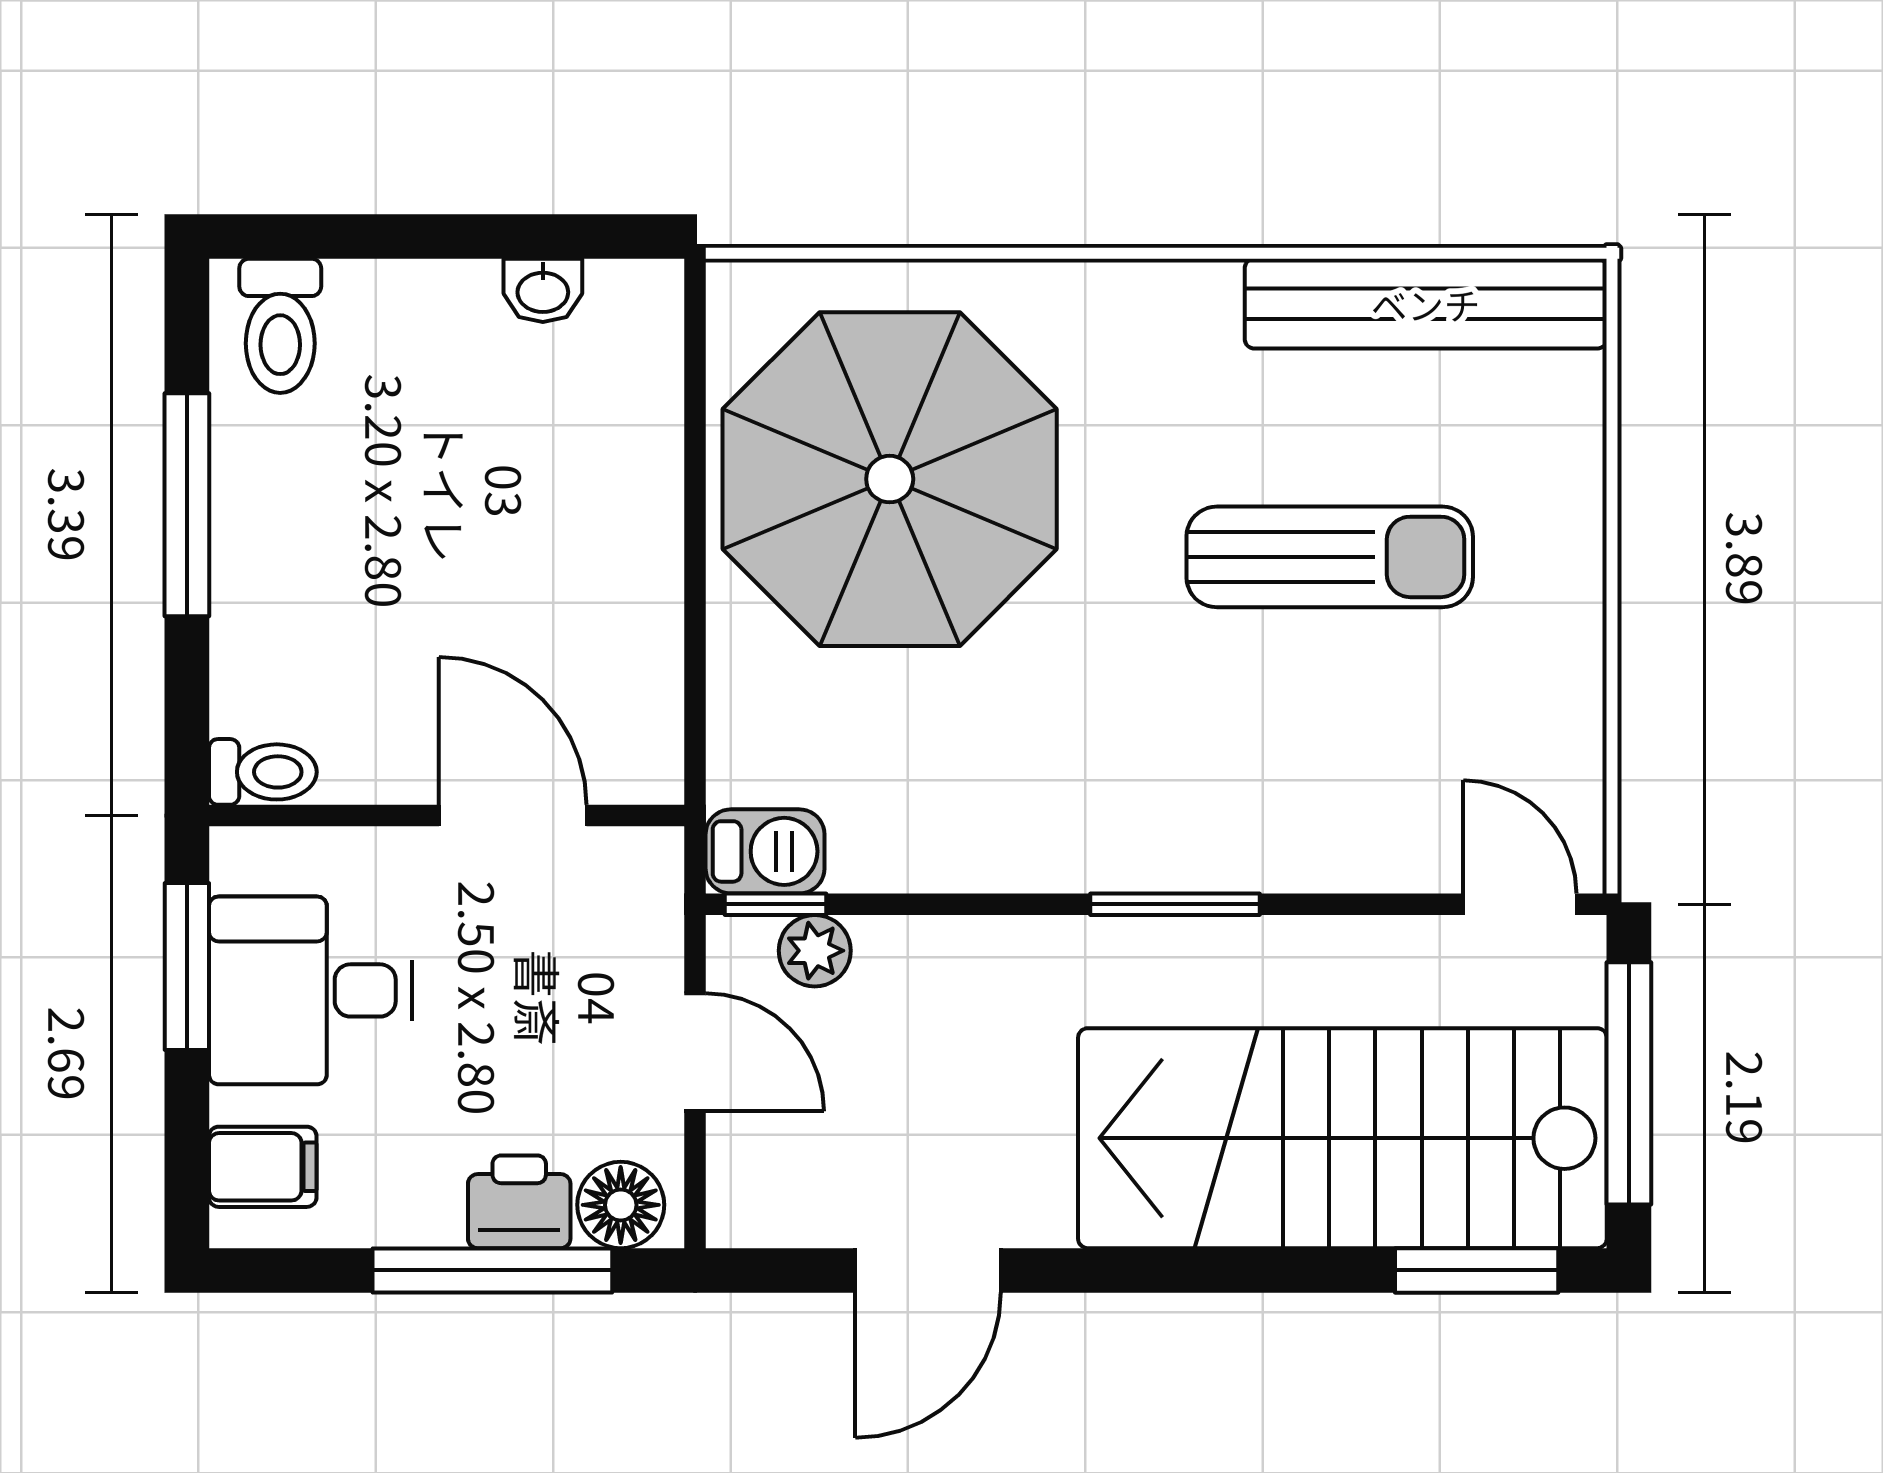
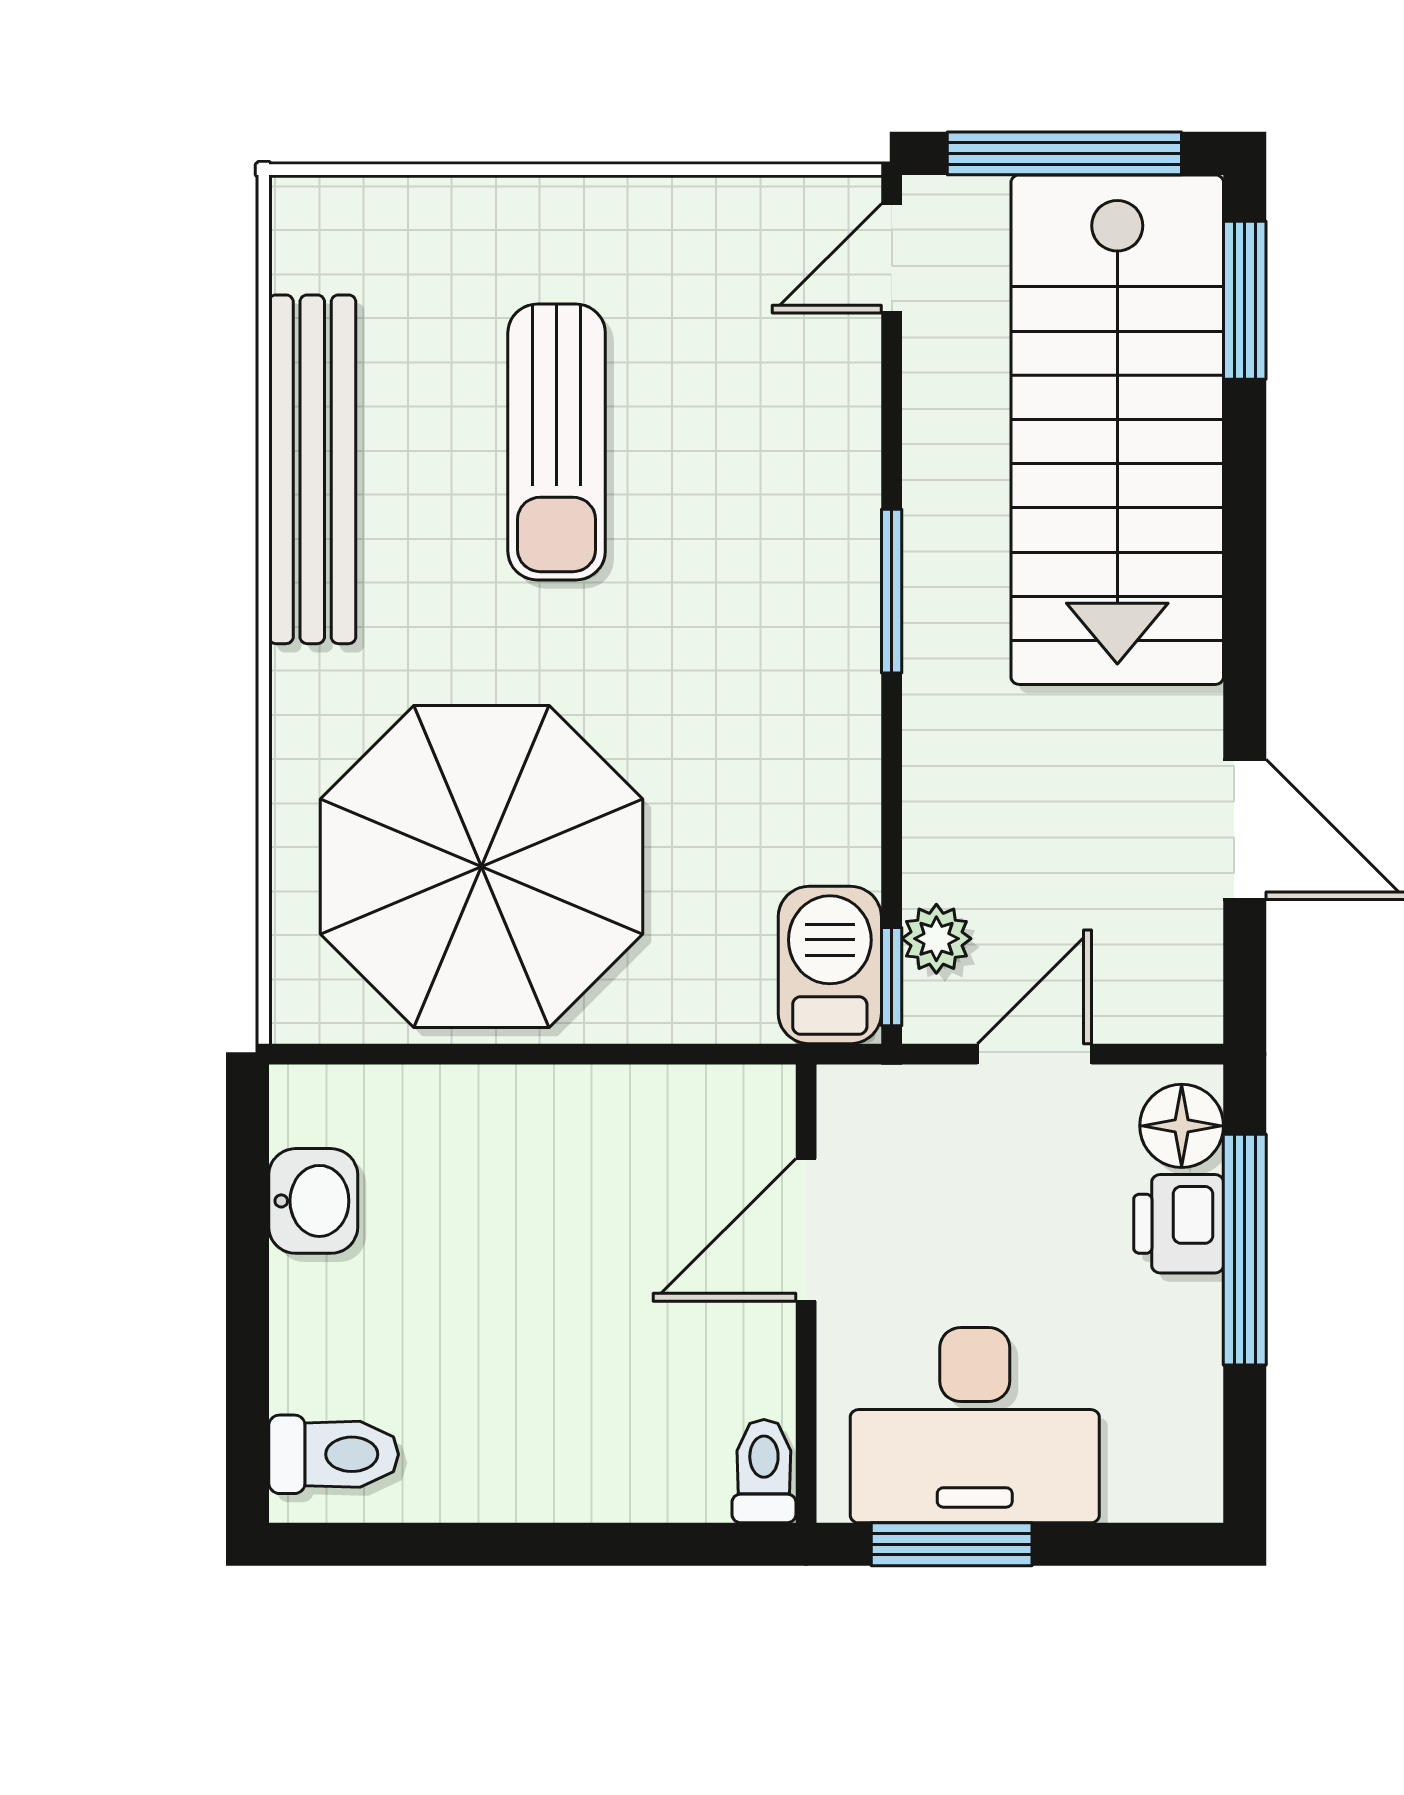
washbasin: (543, 290) -> (313, 1201), width x1.38, depth x1.45
bench: (1426, 304) -> (312, 469), moved
window: (187, 505) -> (506, 1544), removed
sun lounger: (1330, 557) -> (557, 442), turned 180
barbecue: (765, 851) -> (830, 965), width x1.38, depth x1.27
desk: (310, 990) -> (975, 1425), width x1.37
filing cabinet: (263, 1167) -> (1145, 1471), removed

